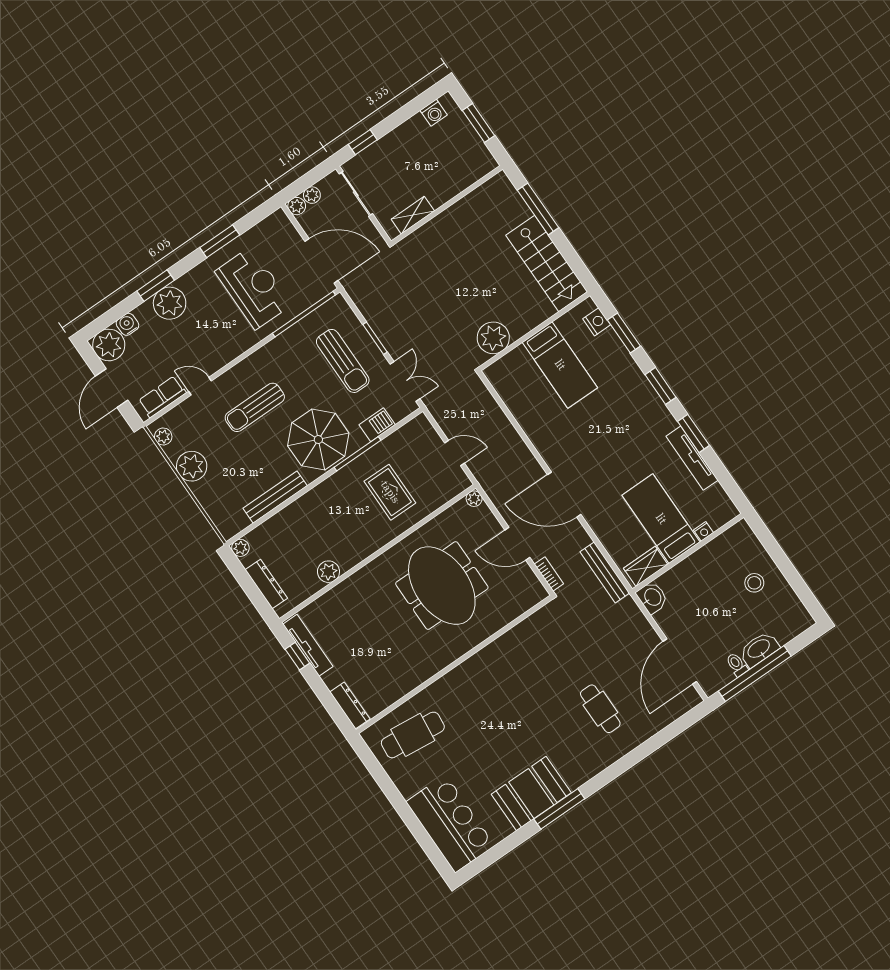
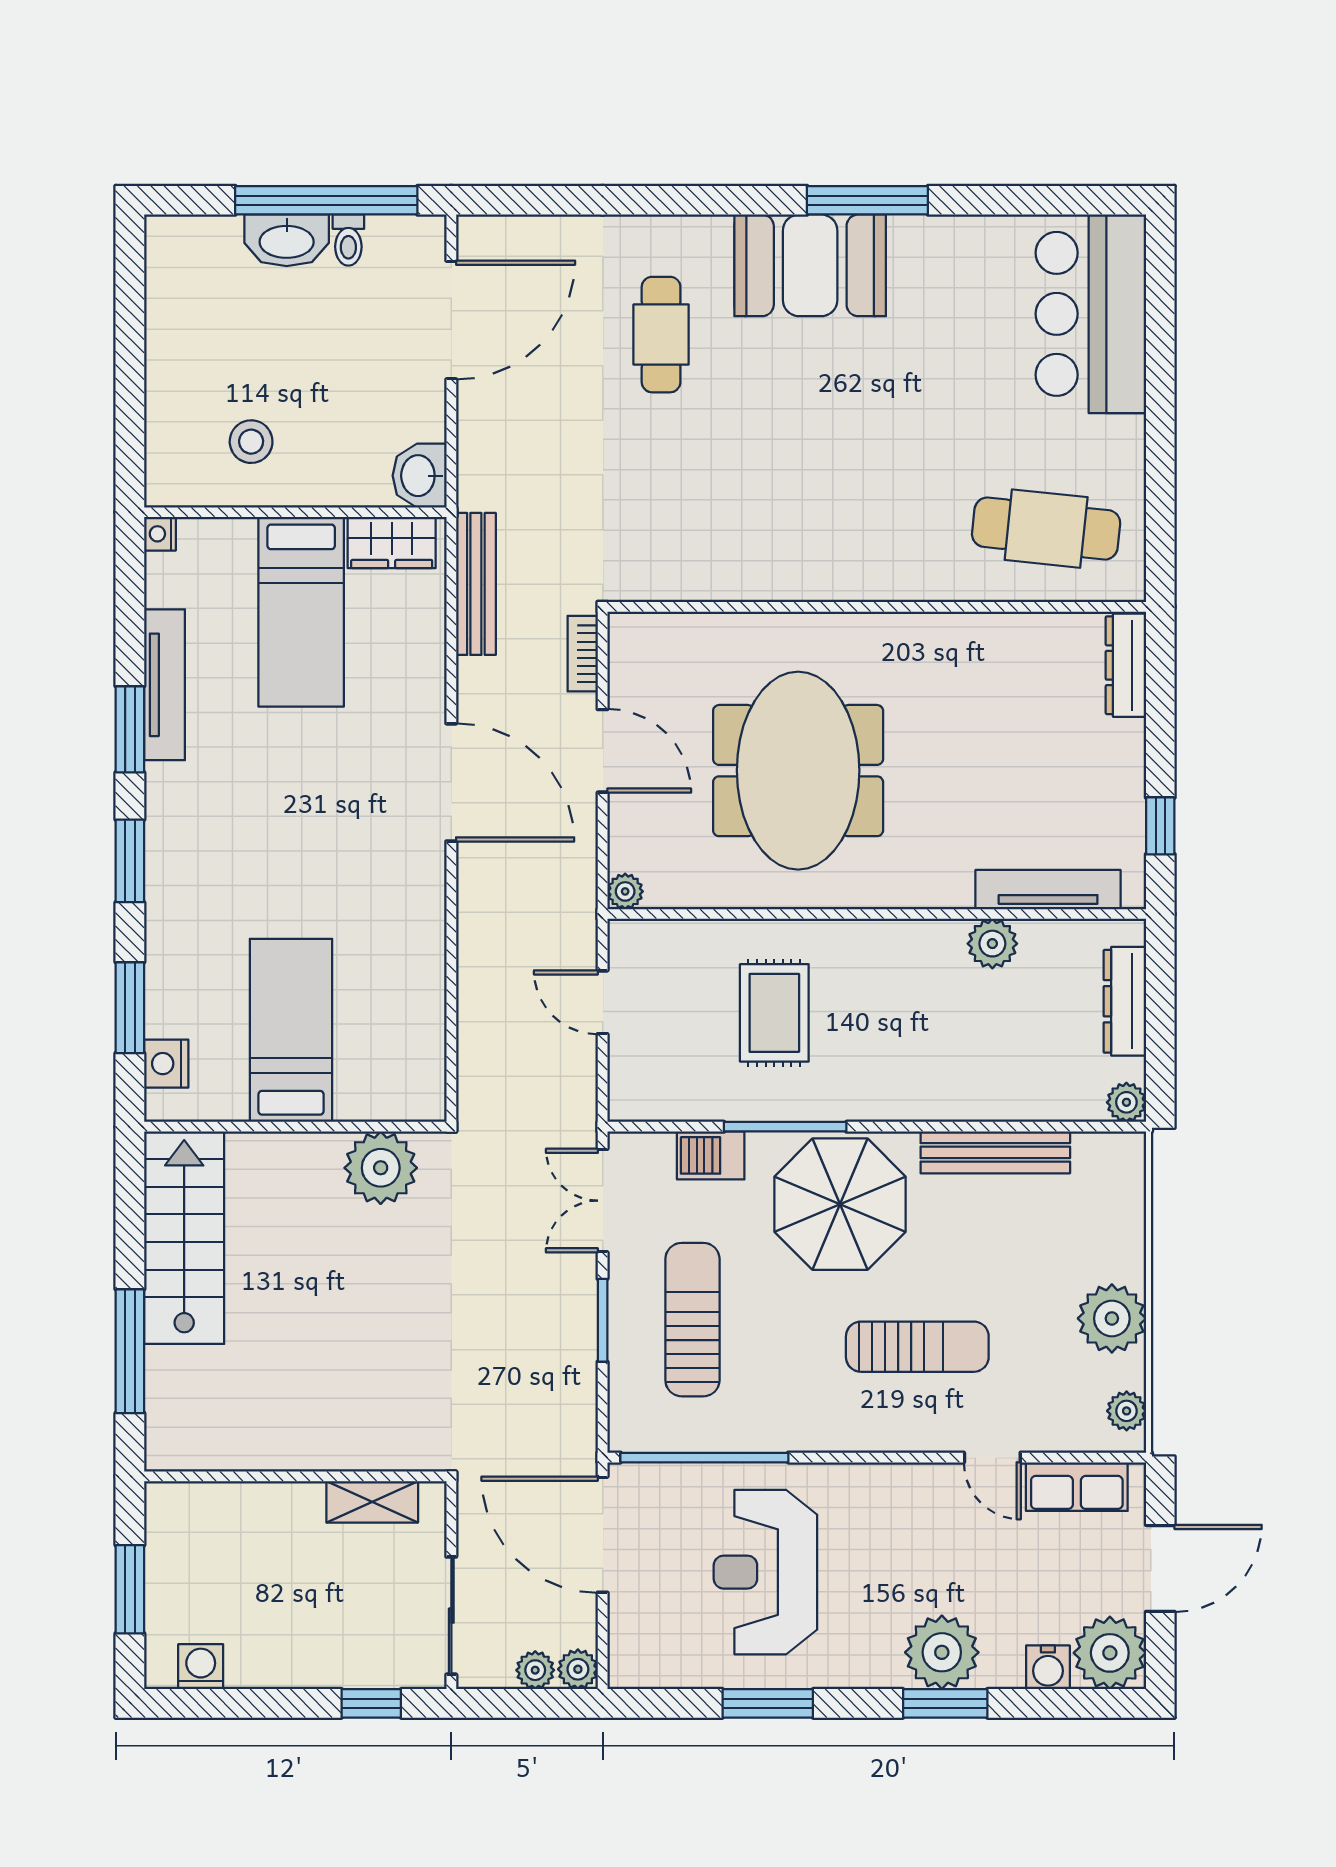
nightstand: (704, 531) -> (160, 534), moved, turned -90
stool: (754, 583) -> (251, 442), moved
tv unit: (308, 645) -> (1048, 890), moved, turned 90
booth: (531, 793) -> (810, 265), moved

